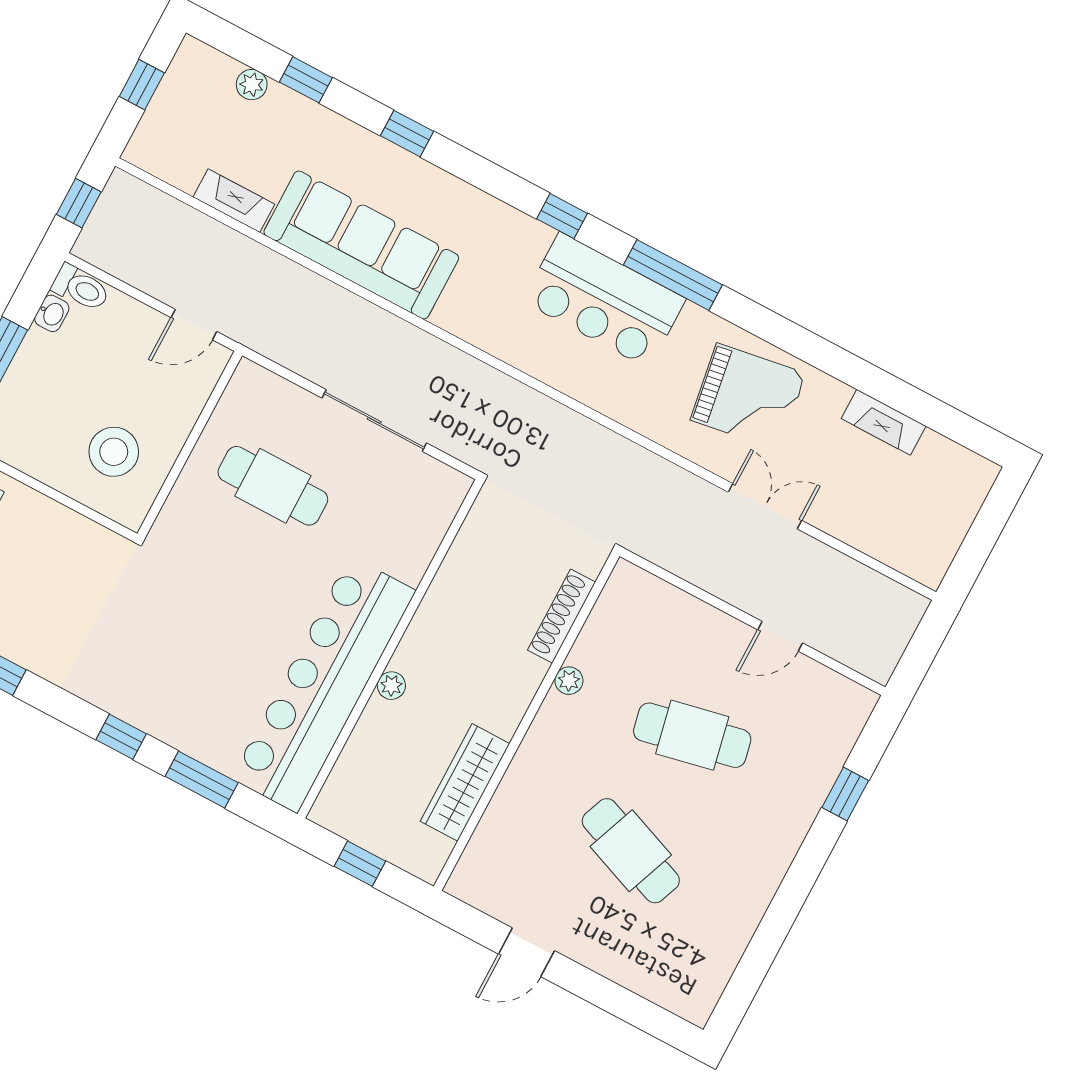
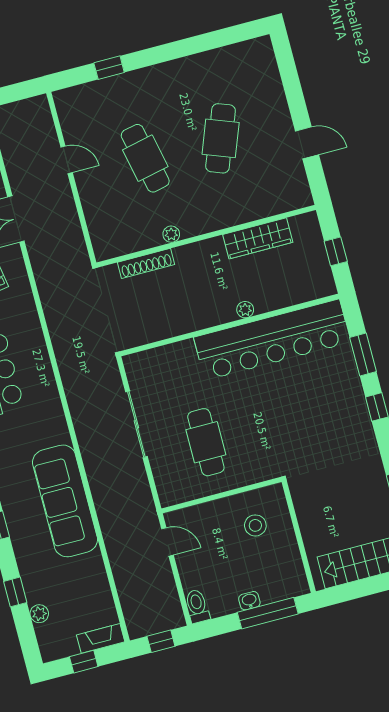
fireplace: (234, 201) -> (101, 638), moved, turned 90
washbasin: (52, 313) -> (249, 601), moved
stool: (114, 452) -> (255, 525), width x0.73, depth x0.73

